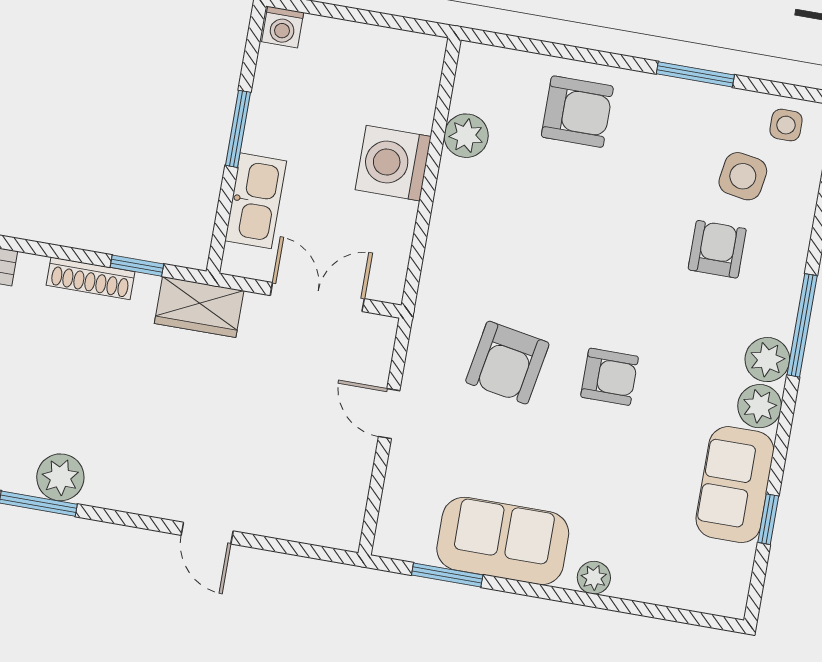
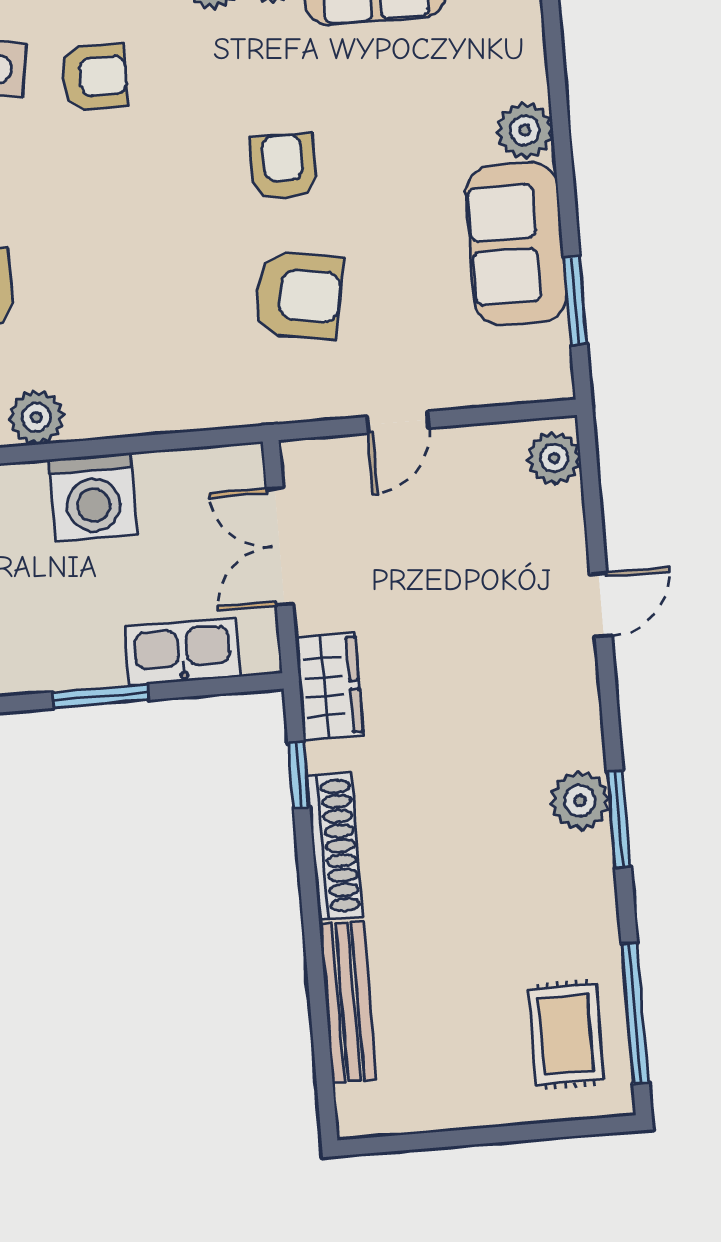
armchair: (717, 249) -> (94, 77), turned 180
shoe rack: (90, 278) -> (335, 846), width x1.36, depth x1.24
plant: (330, 527) -> (554, 458), added
plant: (594, 578) -> (525, 130), width x1.38, depth x1.38

